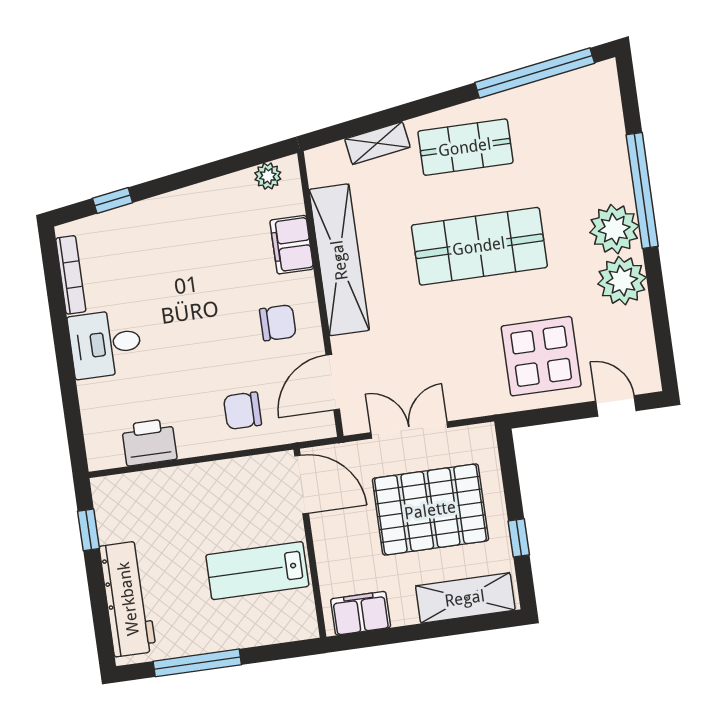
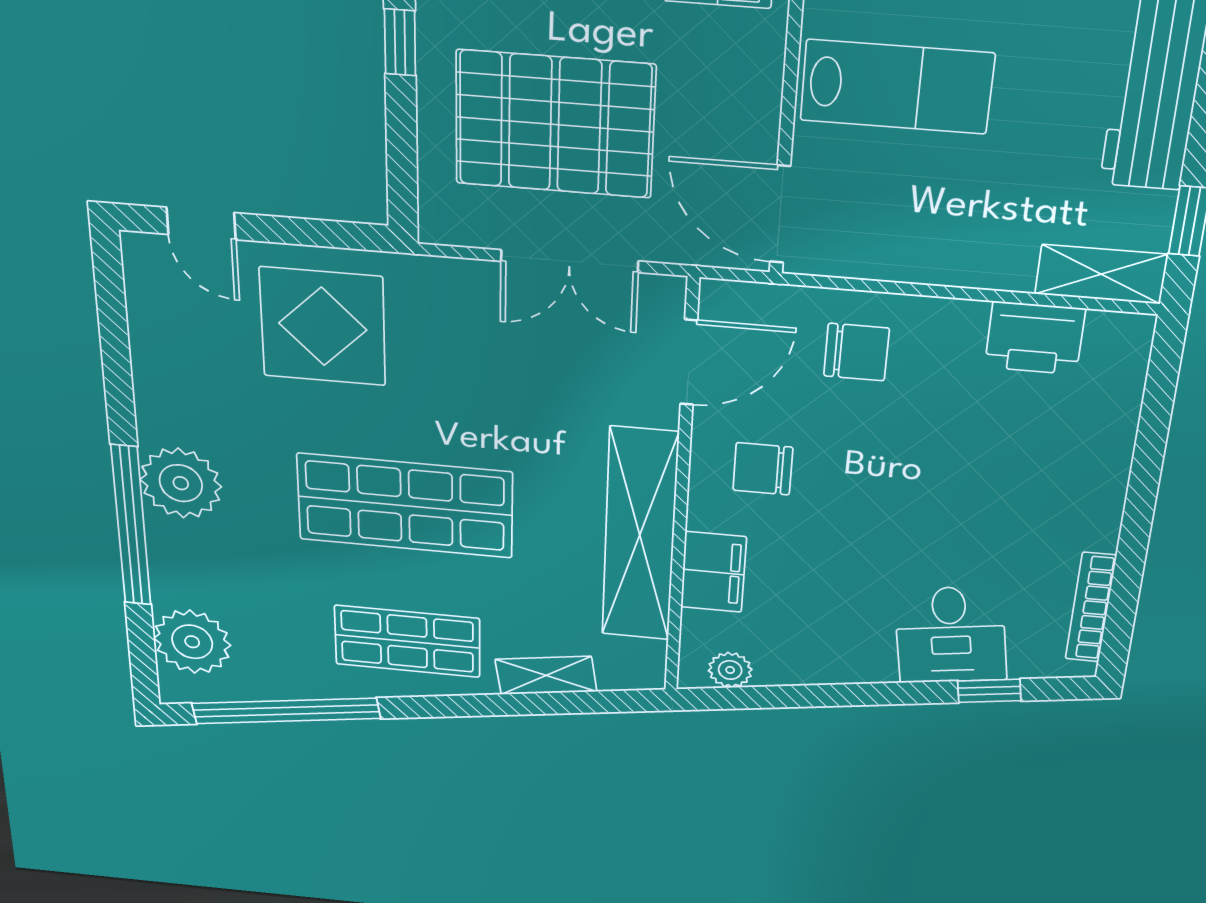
plant: (622, 281) -> (192, 642), moved
desk: (105, 344) -> (951, 635), moved, turned 81
shelving: (125, 489) -> (1101, 274), added

